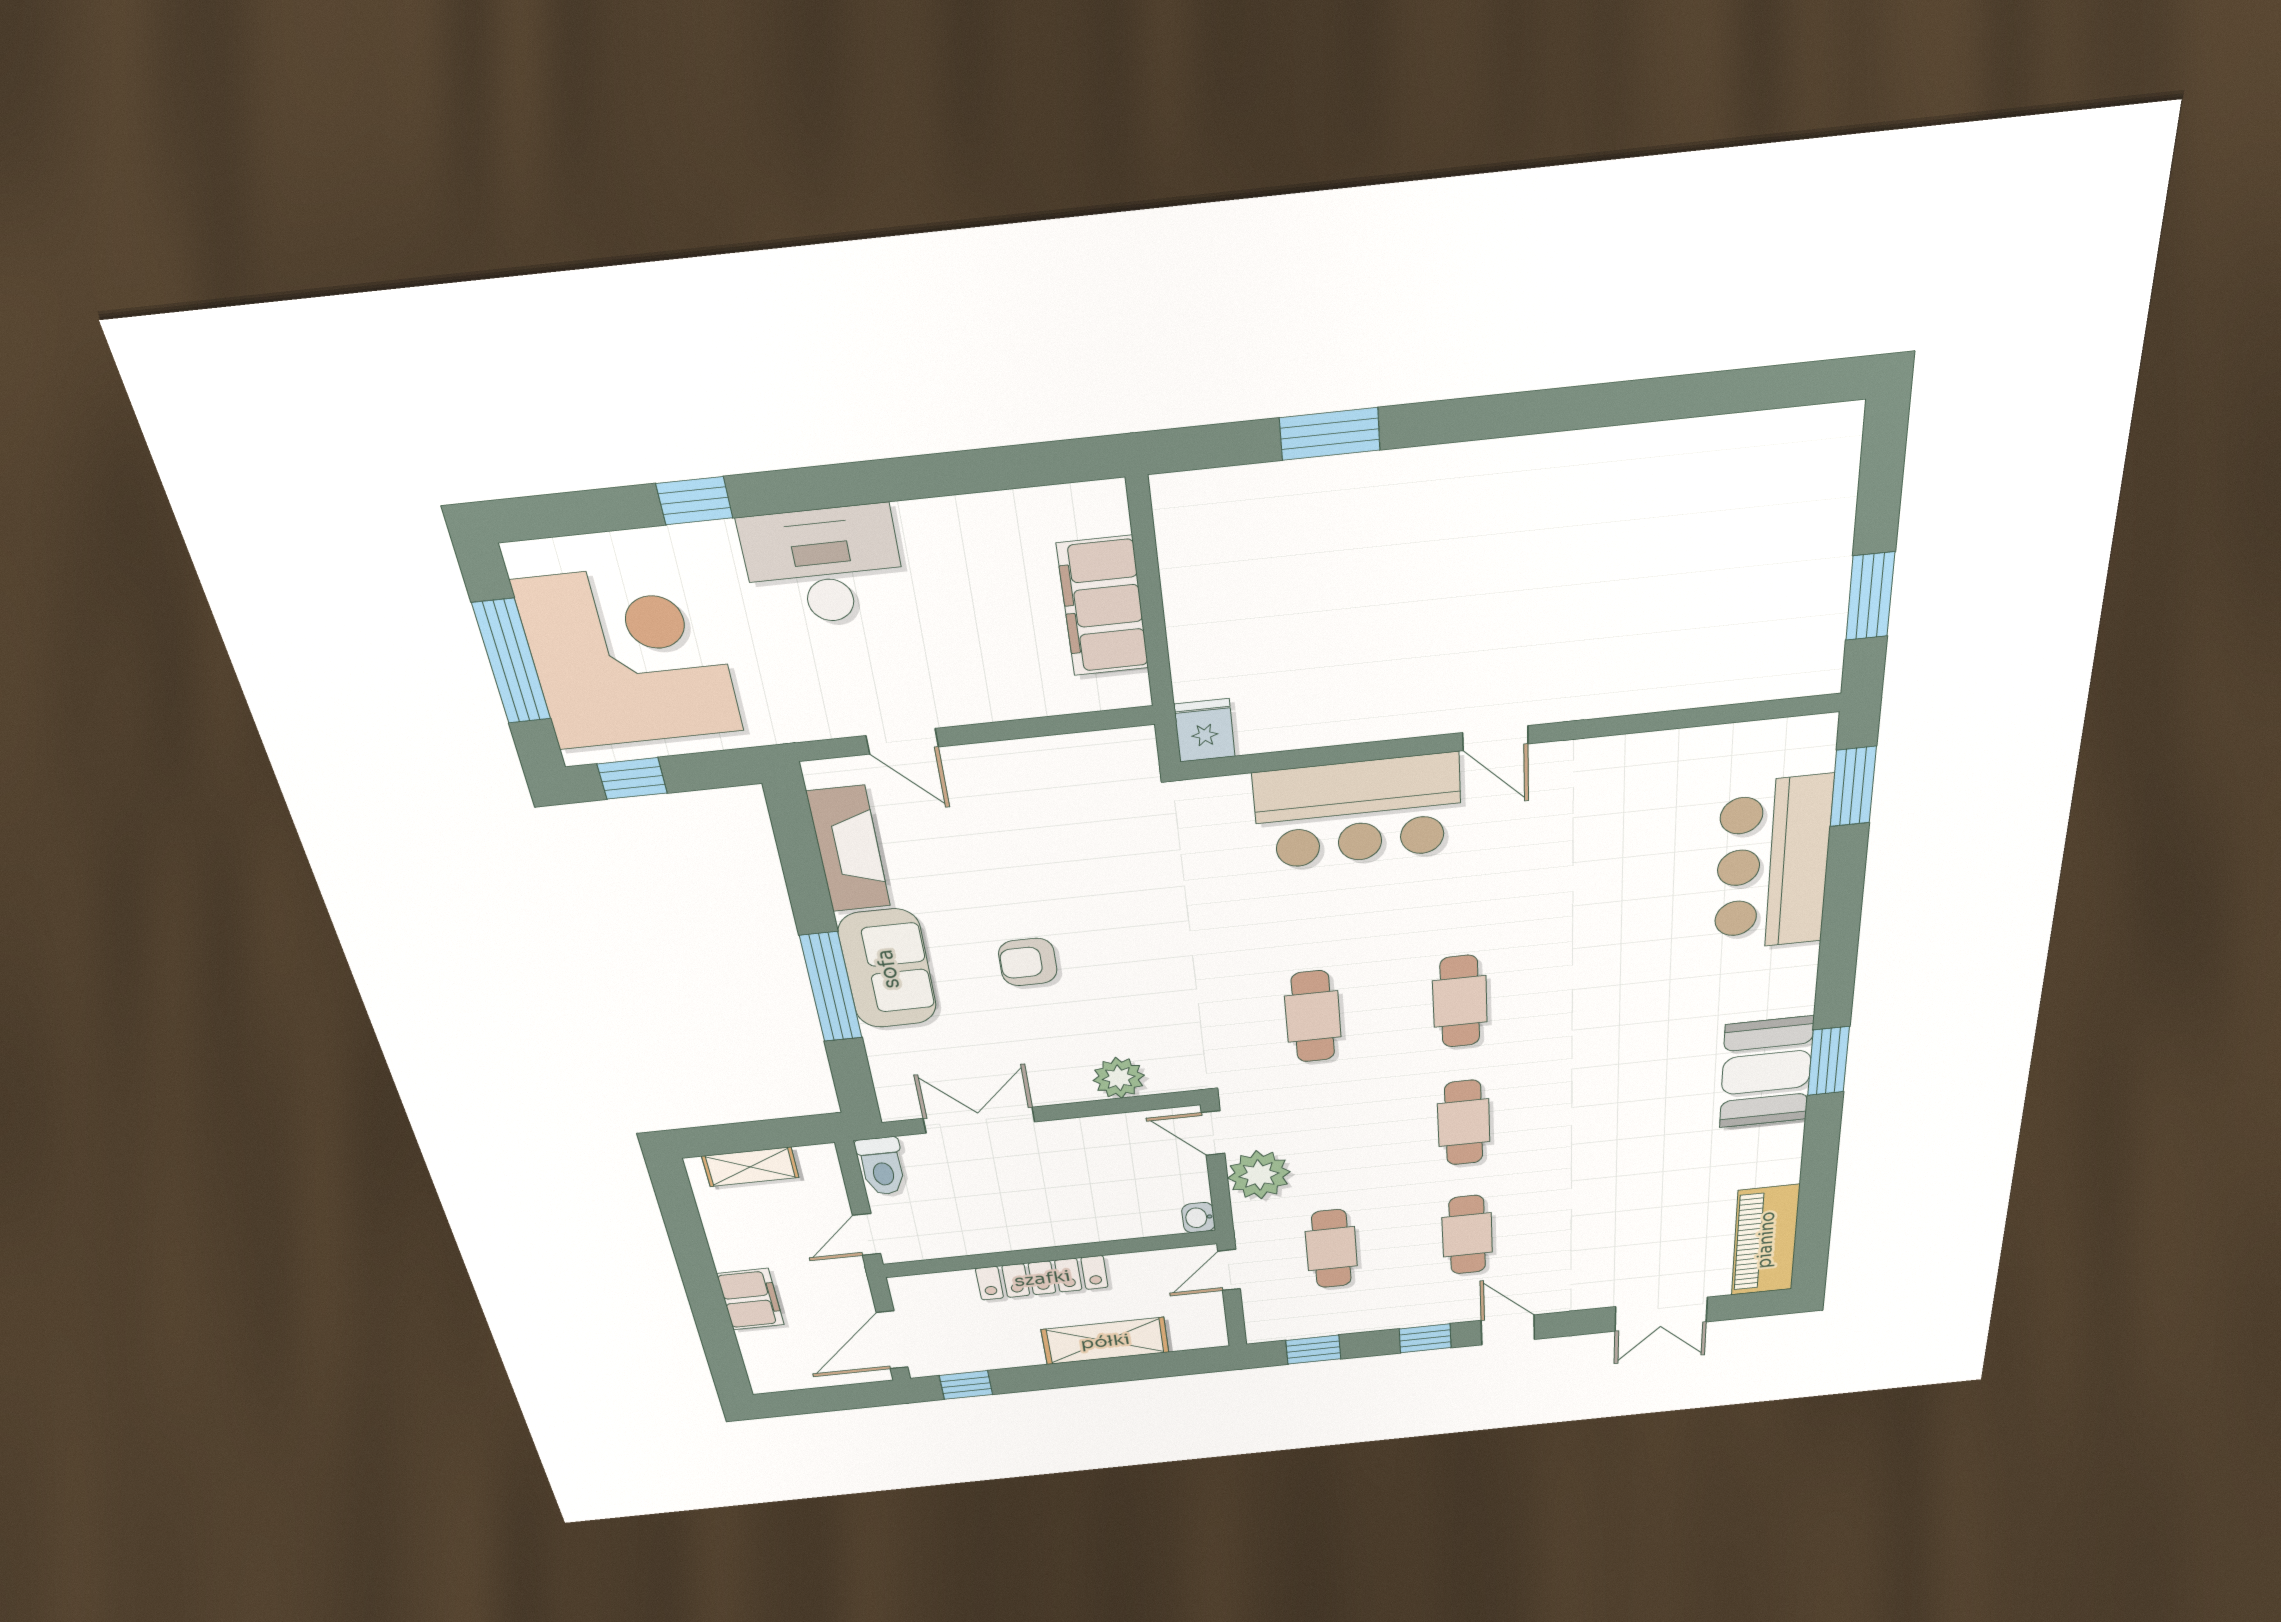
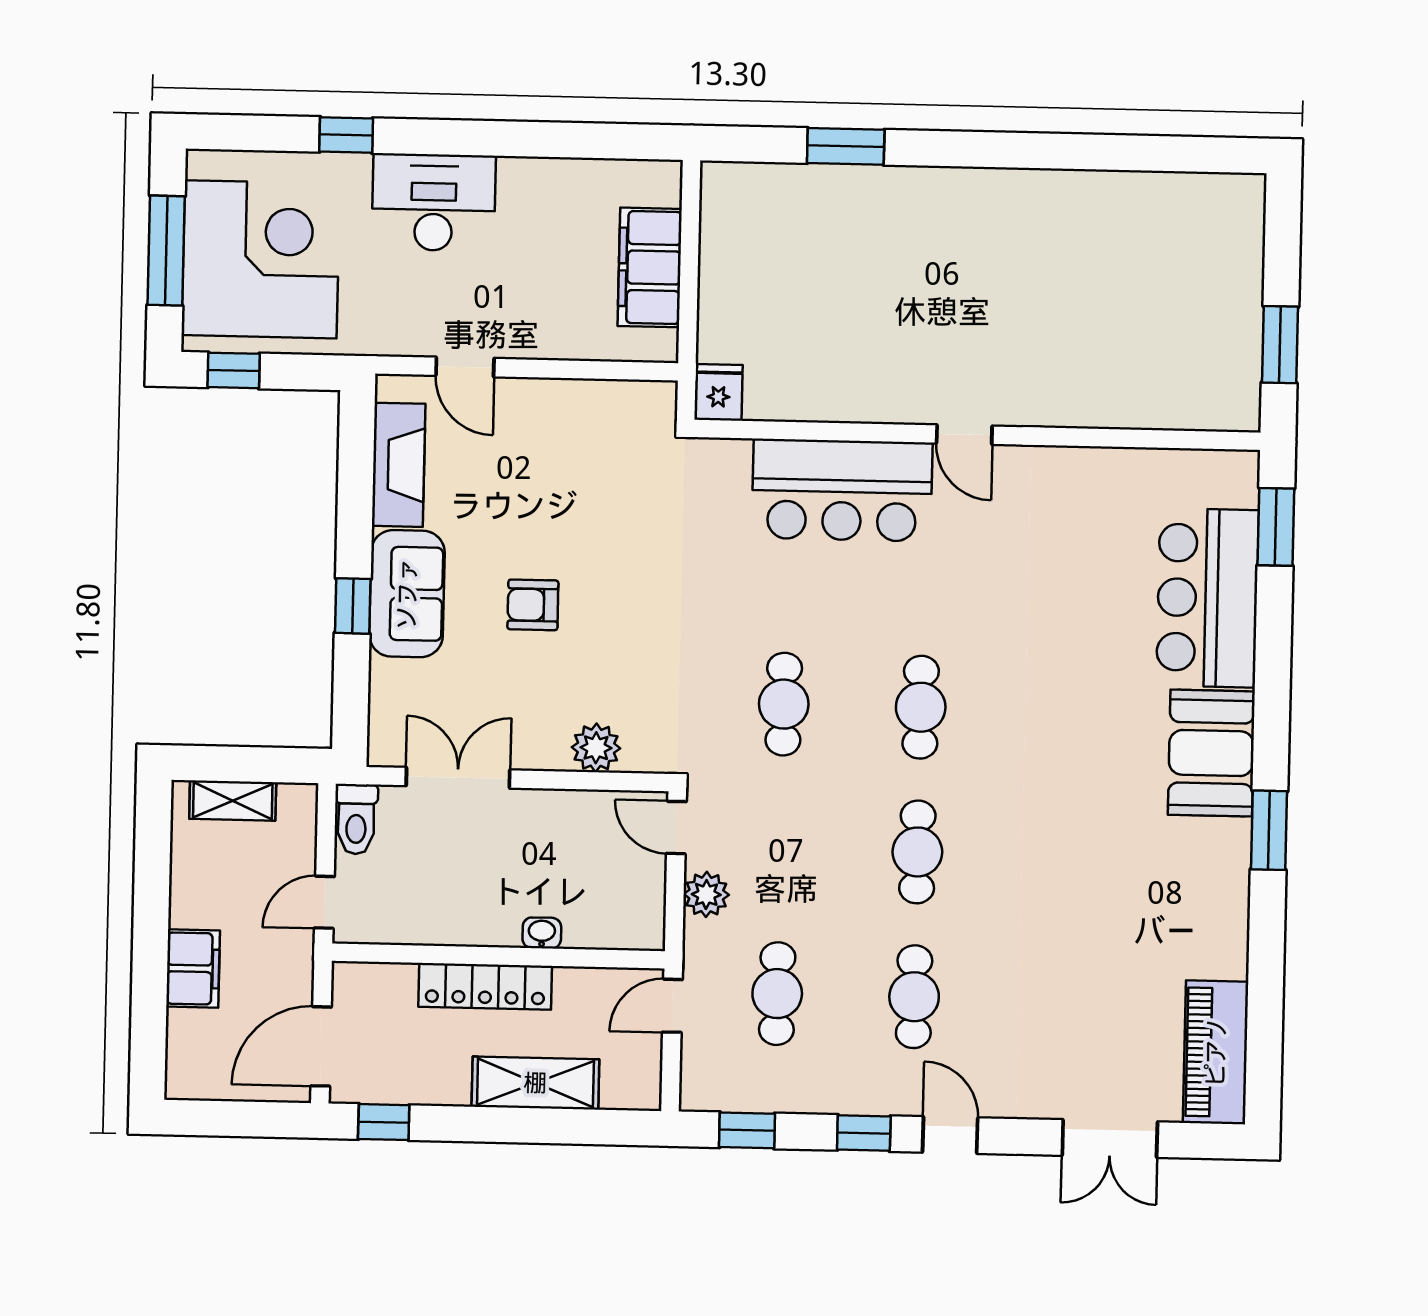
window: (831, 987) -> (353, 606), width x0.46
booth: (1766, 1072) -> (1211, 753), moved
plant: (1259, 1175) -> (706, 894), width x0.73, depth x0.73
washbasin: (1198, 1218) -> (542, 933), moved, turned 90

